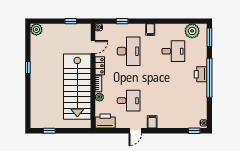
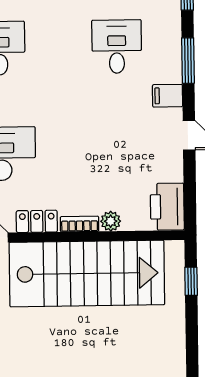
desk: (129, 101) -> (117, 47), moved
window: (49, 131) -> (191, 281), moved
window: (167, 131) -> (188, 61), added

